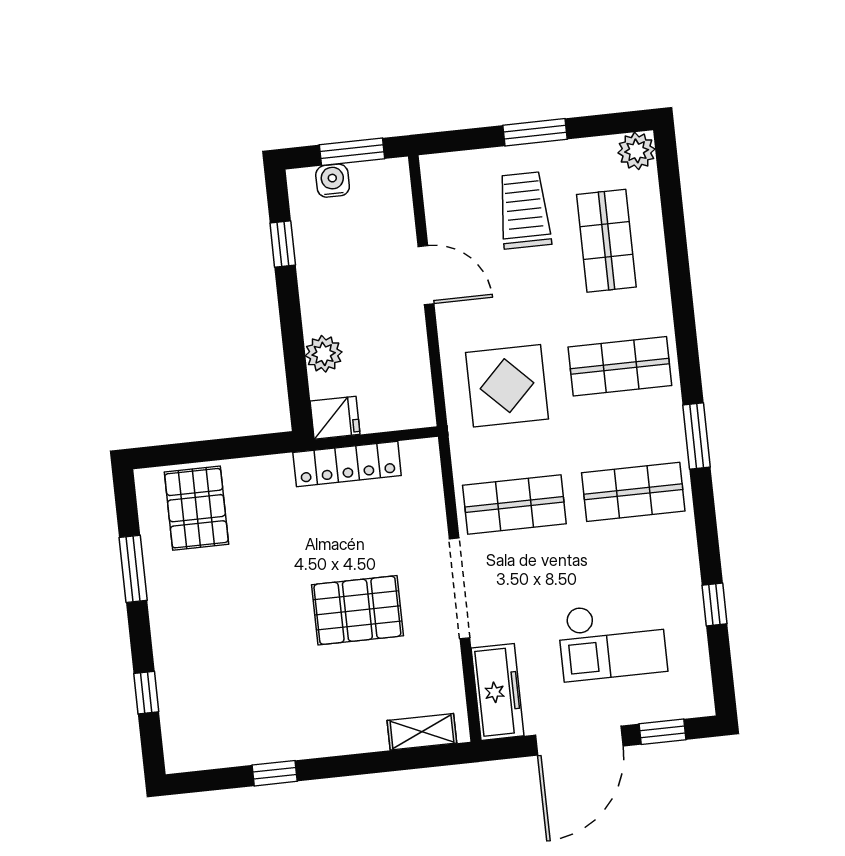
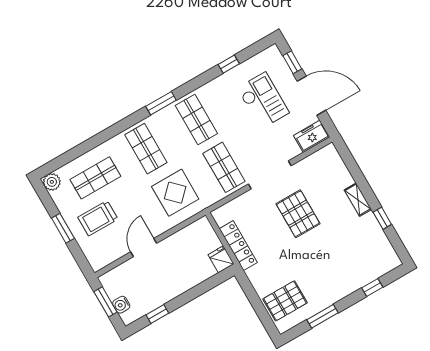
plant: (324, 354) -> (196, 276), removed
freezer: (498, 692) -> (312, 136), width x0.71
shelving: (422, 732) -> (358, 200), moved

